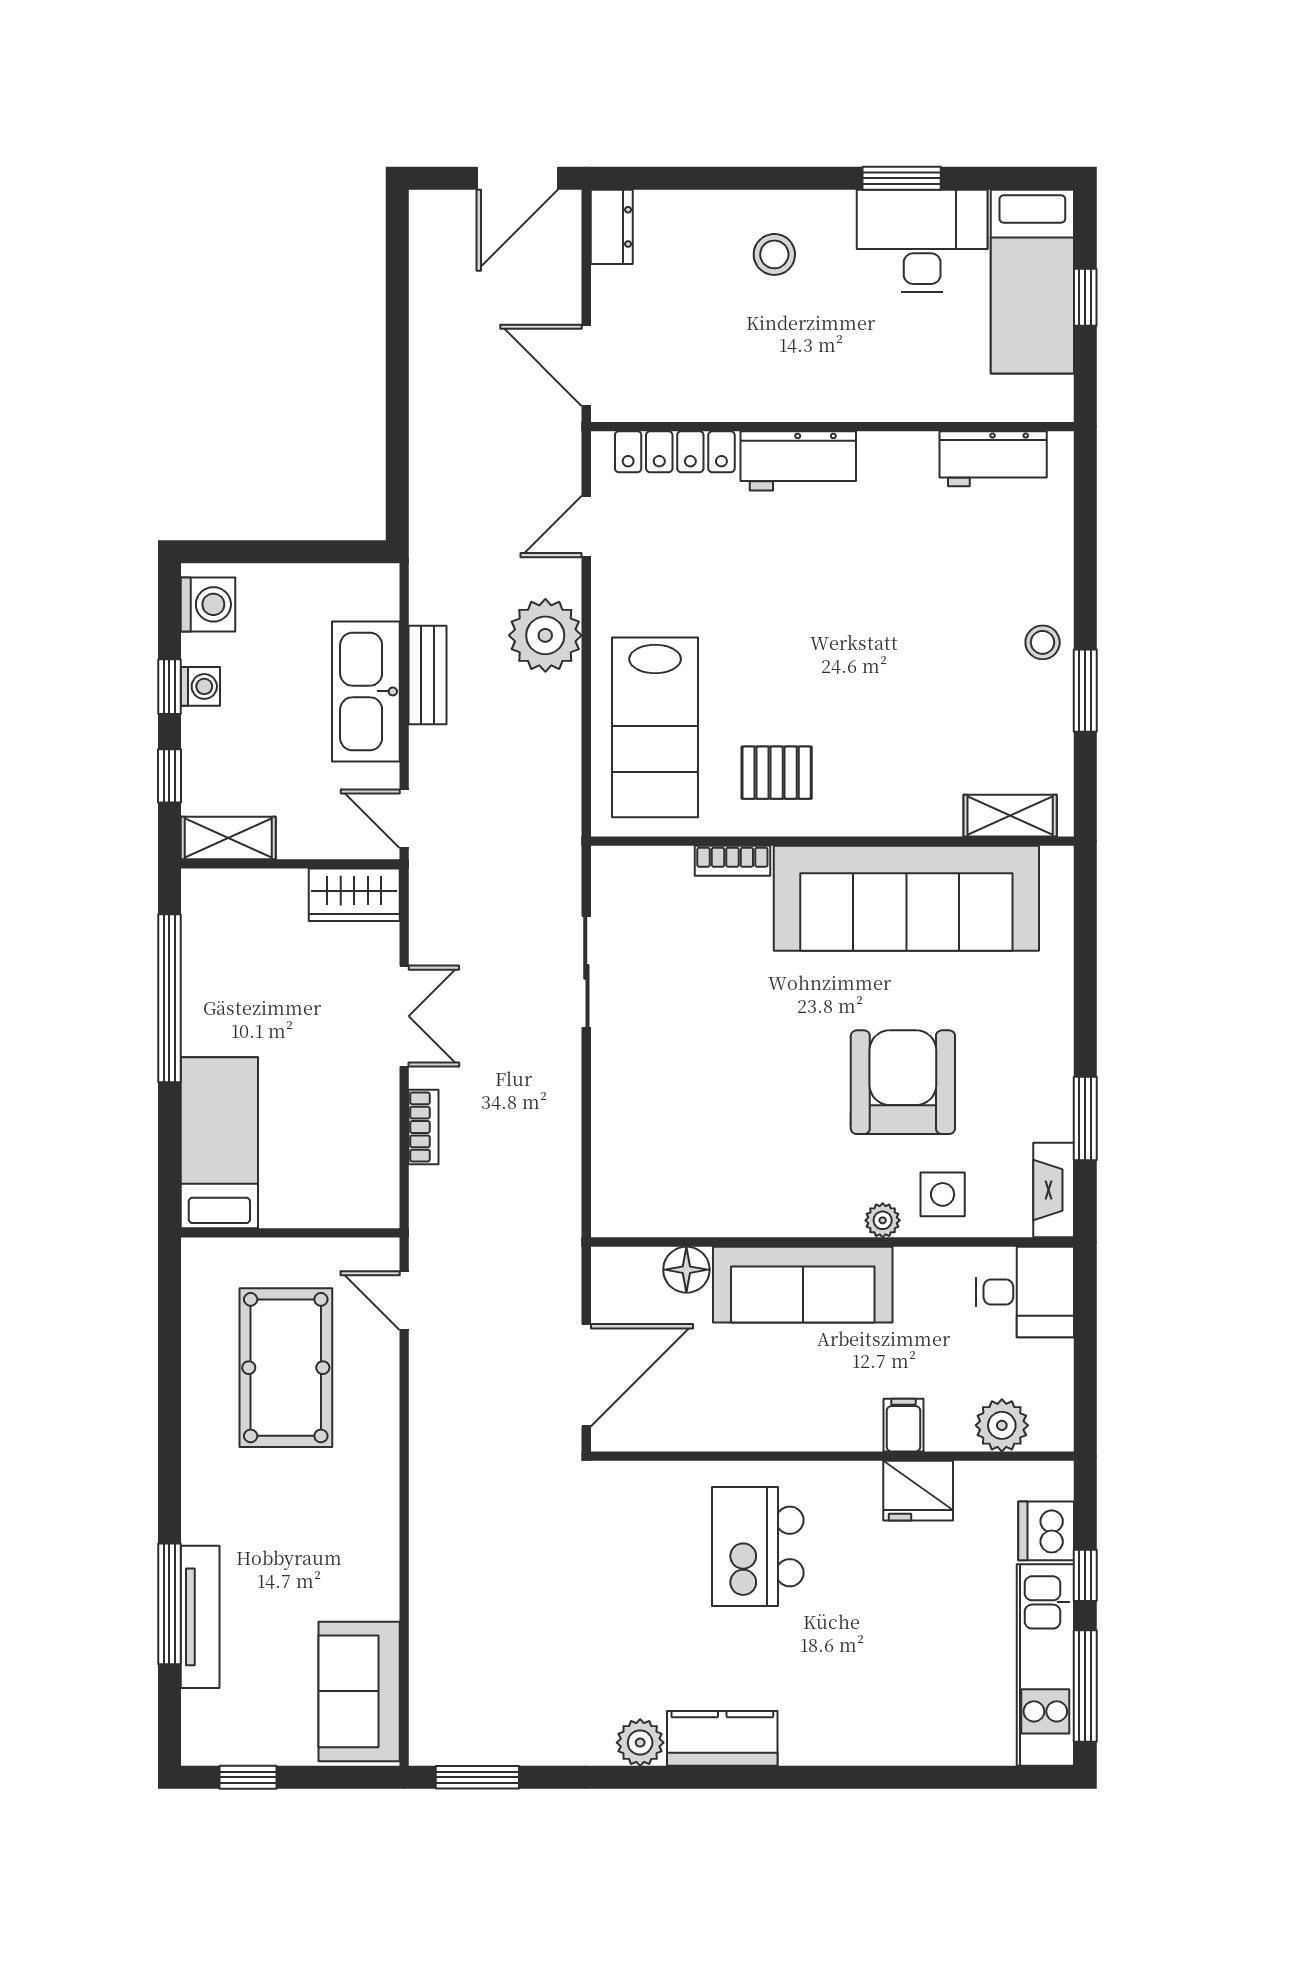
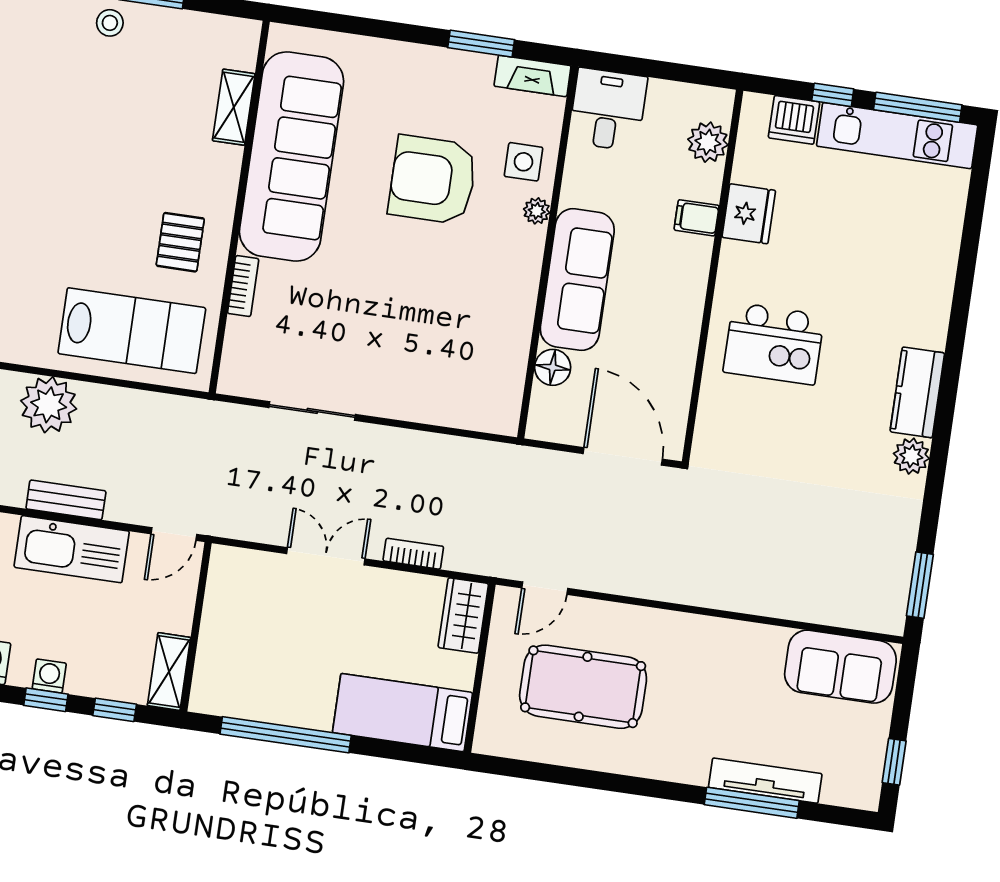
shelving: (1010, 816) -> (234, 107), moved
wardrobe: (354, 895) -> (463, 616), moved, turned 180

